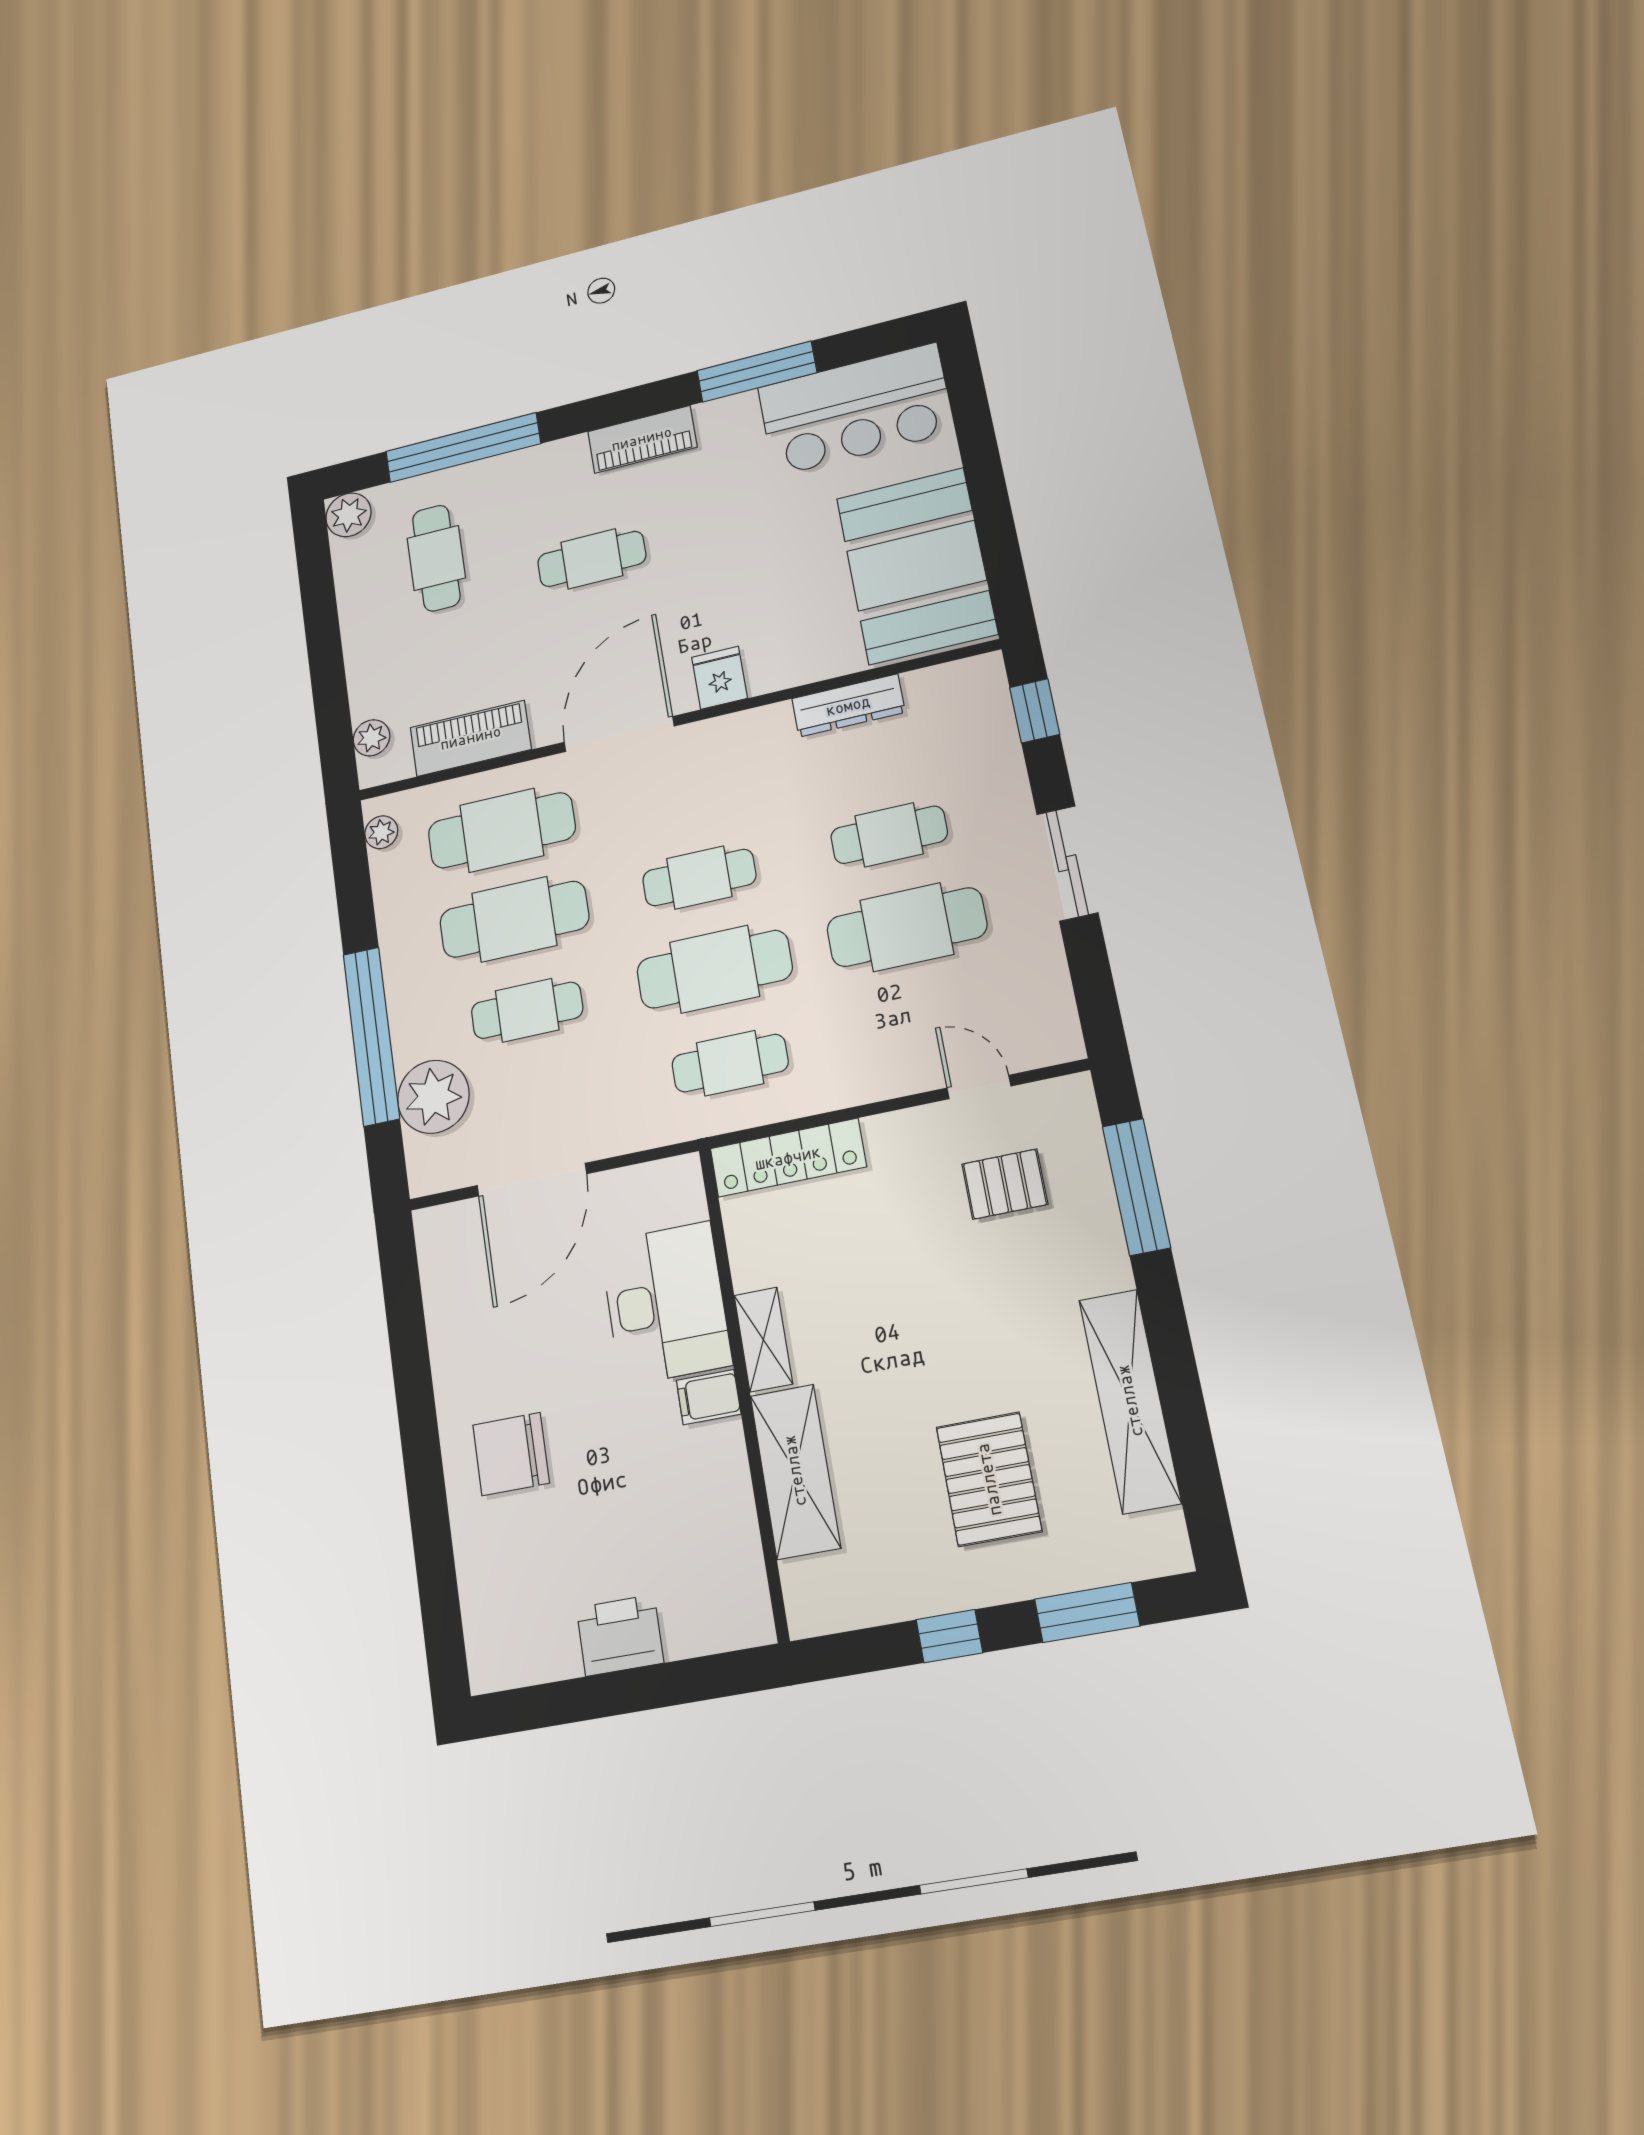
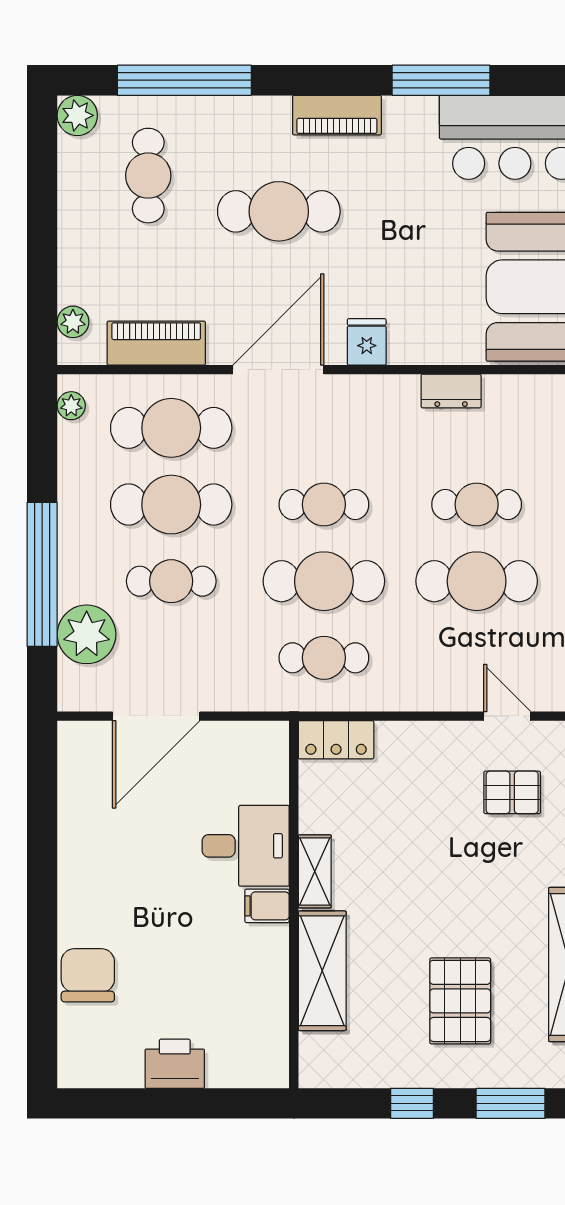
cafe table: (592, 559) -> (279, 211), width x1.37, depth x1.35
dresser: (848, 706) -> (451, 391), width x0.70
locker: (788, 1158) -> (336, 740), width x0.66
desk: (666, 1303) -> (246, 846), width x0.73
chair: (511, 1454) -> (88, 975), moved, turned 90

